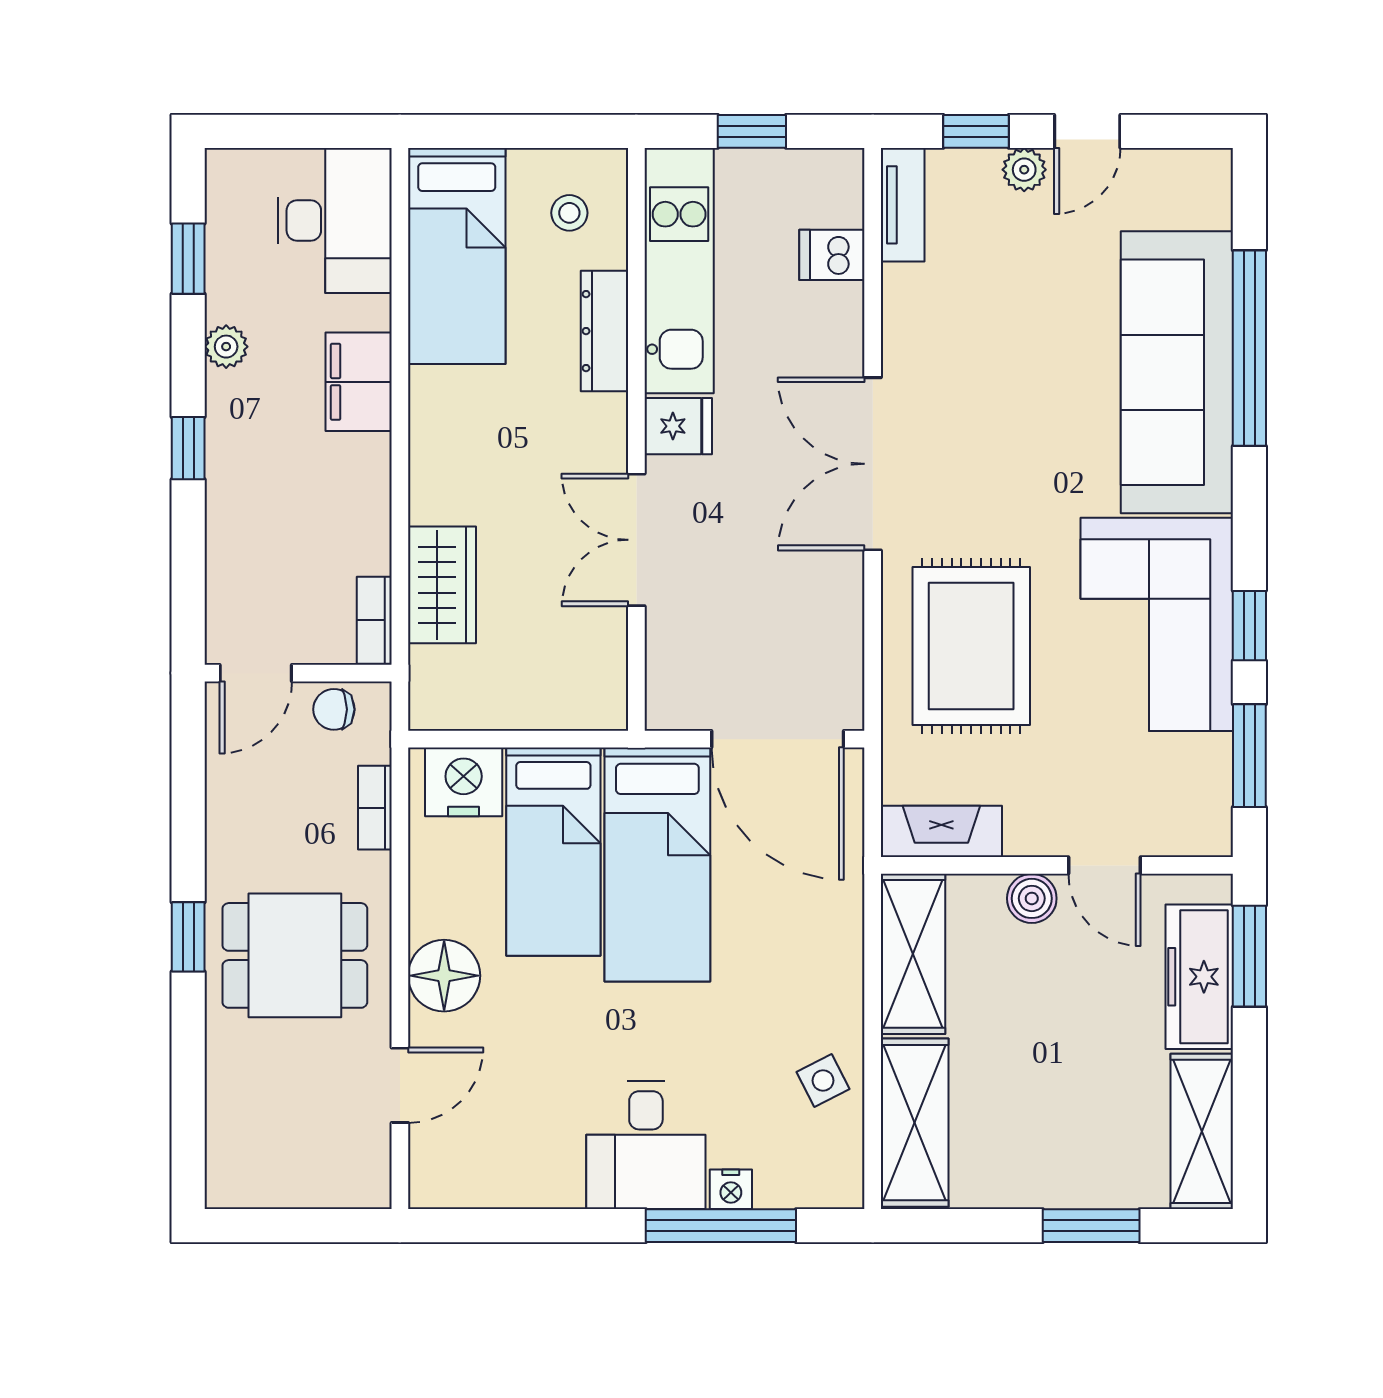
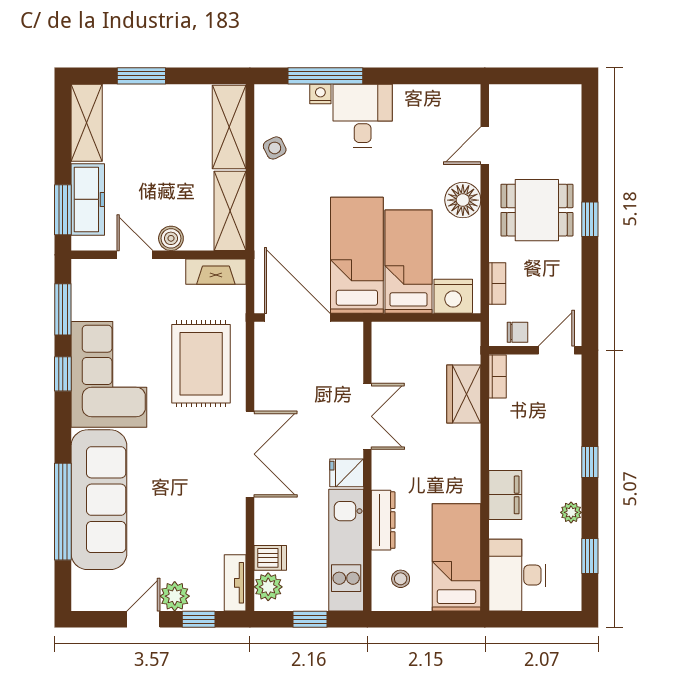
plant: (1024, 170) -> (175, 596), width x1.38, depth x1.38
plant: (836, 197) -> (268, 587), added

